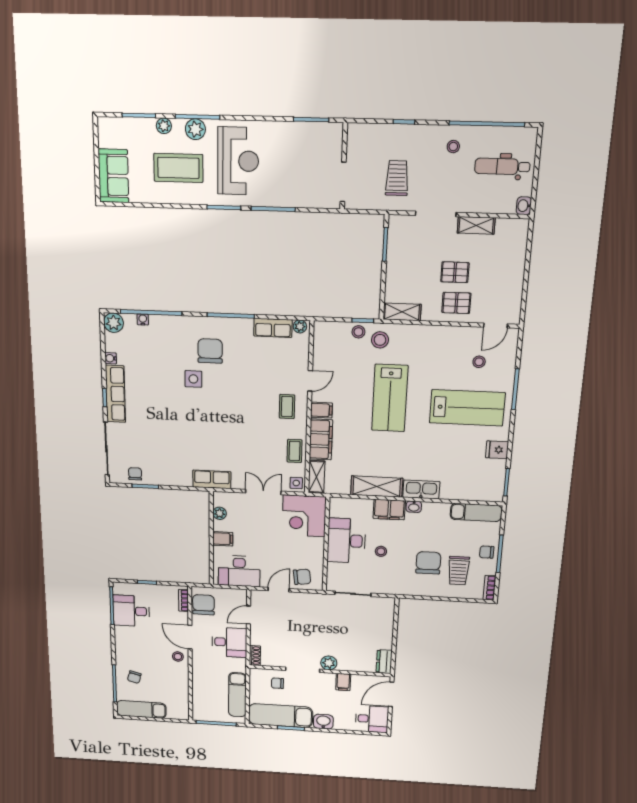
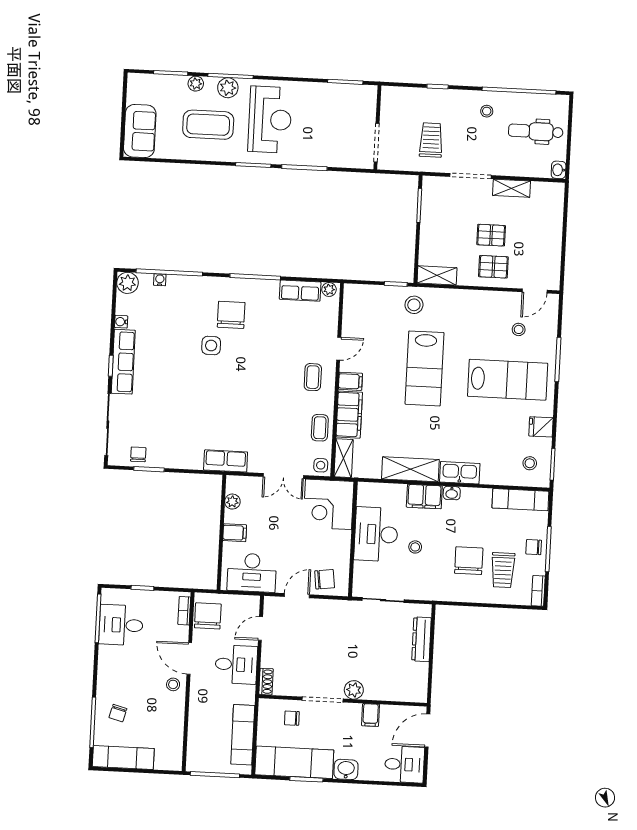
stool: (358, 332) -> (530, 463), moved
double door: (263, 492) -> (283, 476), swing flipped
dresser: (384, 661) -> (421, 639), moved, width x1.44

